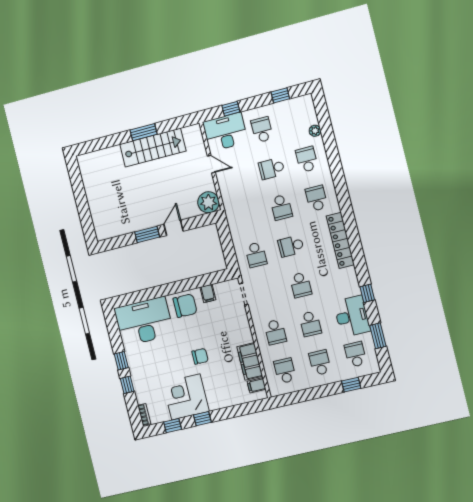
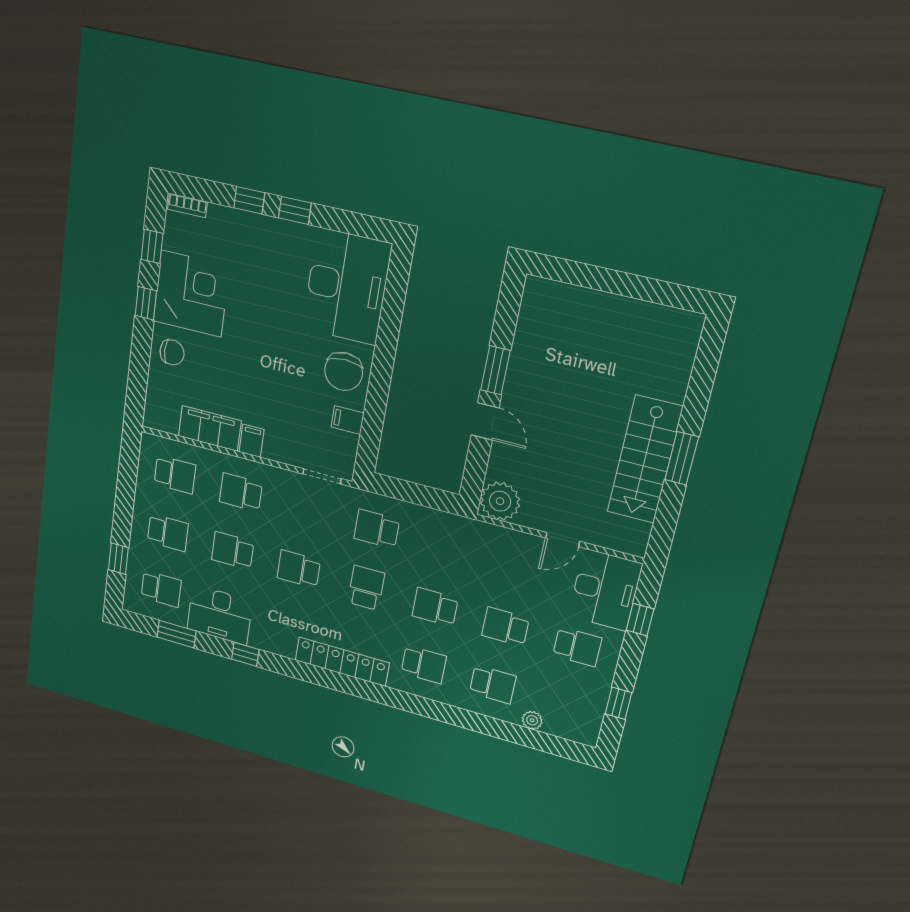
school desk: (272, 168) -> (505, 627), turned -90
chair: (200, 356) -> (172, 352), moved, turned -90
filing cabinet: (257, 385) -> (252, 441), moved

